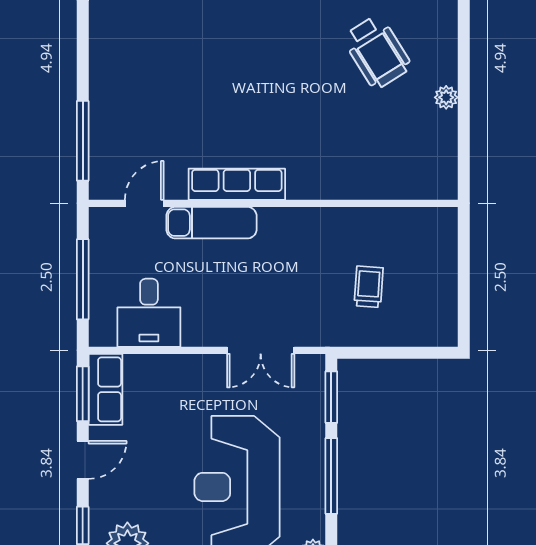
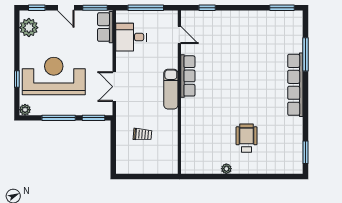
wheelchair: (377, 52) -> (246, 138), turned 122
window: (83, 141) -> (207, 8), width x0.46
exam couch: (211, 223) -> (171, 89), moved
row of seats: (105, 389) -> (105, 27), moved, turned 90

